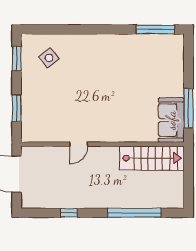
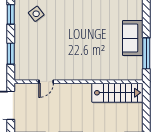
sofa: (171, 120) -> (133, 38), moved
door: (79, 144) -> (46, 82), moved

